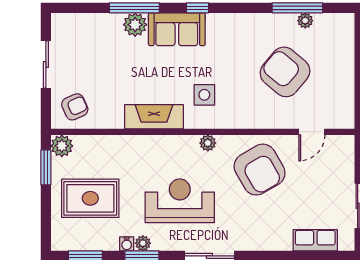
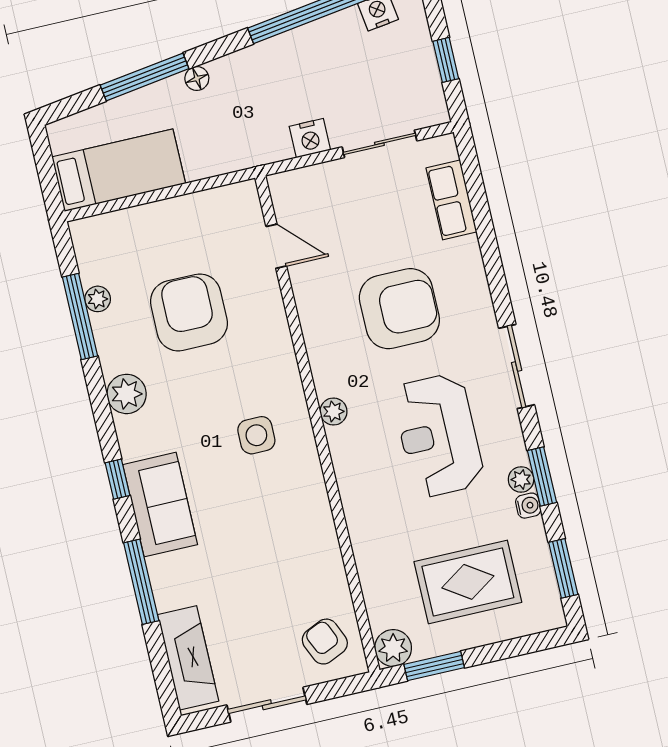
plant: (135, 25) -> (127, 394), moved
armchair: (285, 72) -> (189, 312), turned 140
fireplace: (154, 117) -> (188, 658), moved, turned 180
armchair: (260, 170) -> (399, 309), moved, turned 30
rug: (90, 198) -> (468, 582), turned 90

